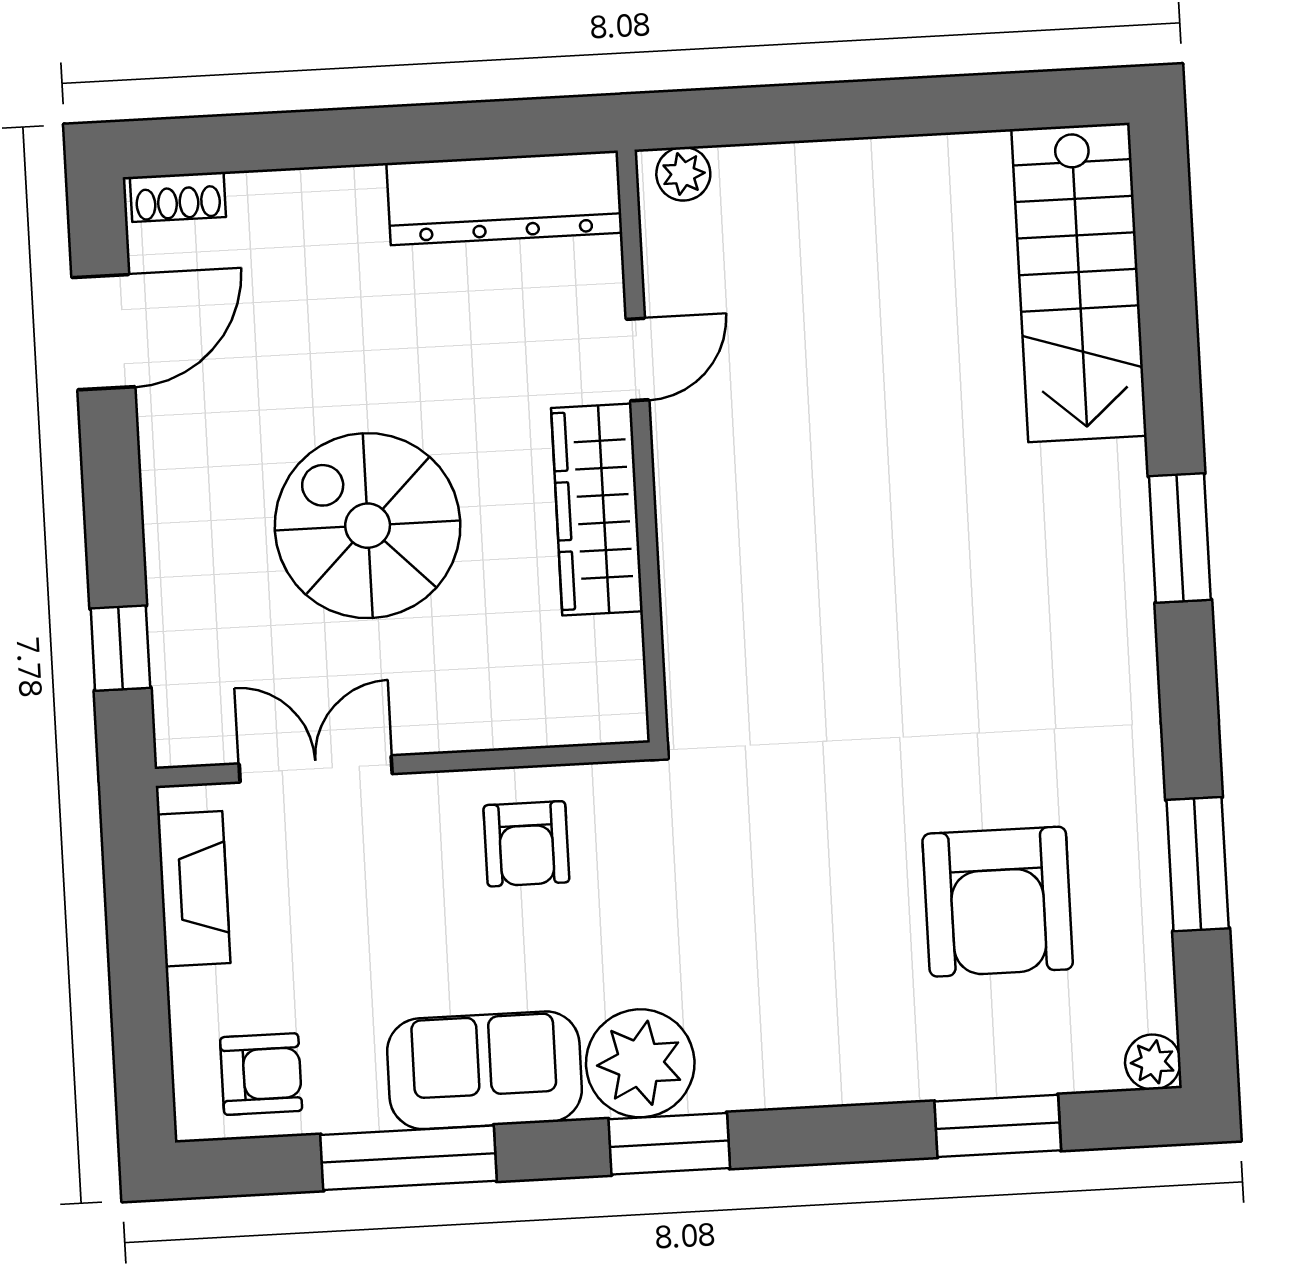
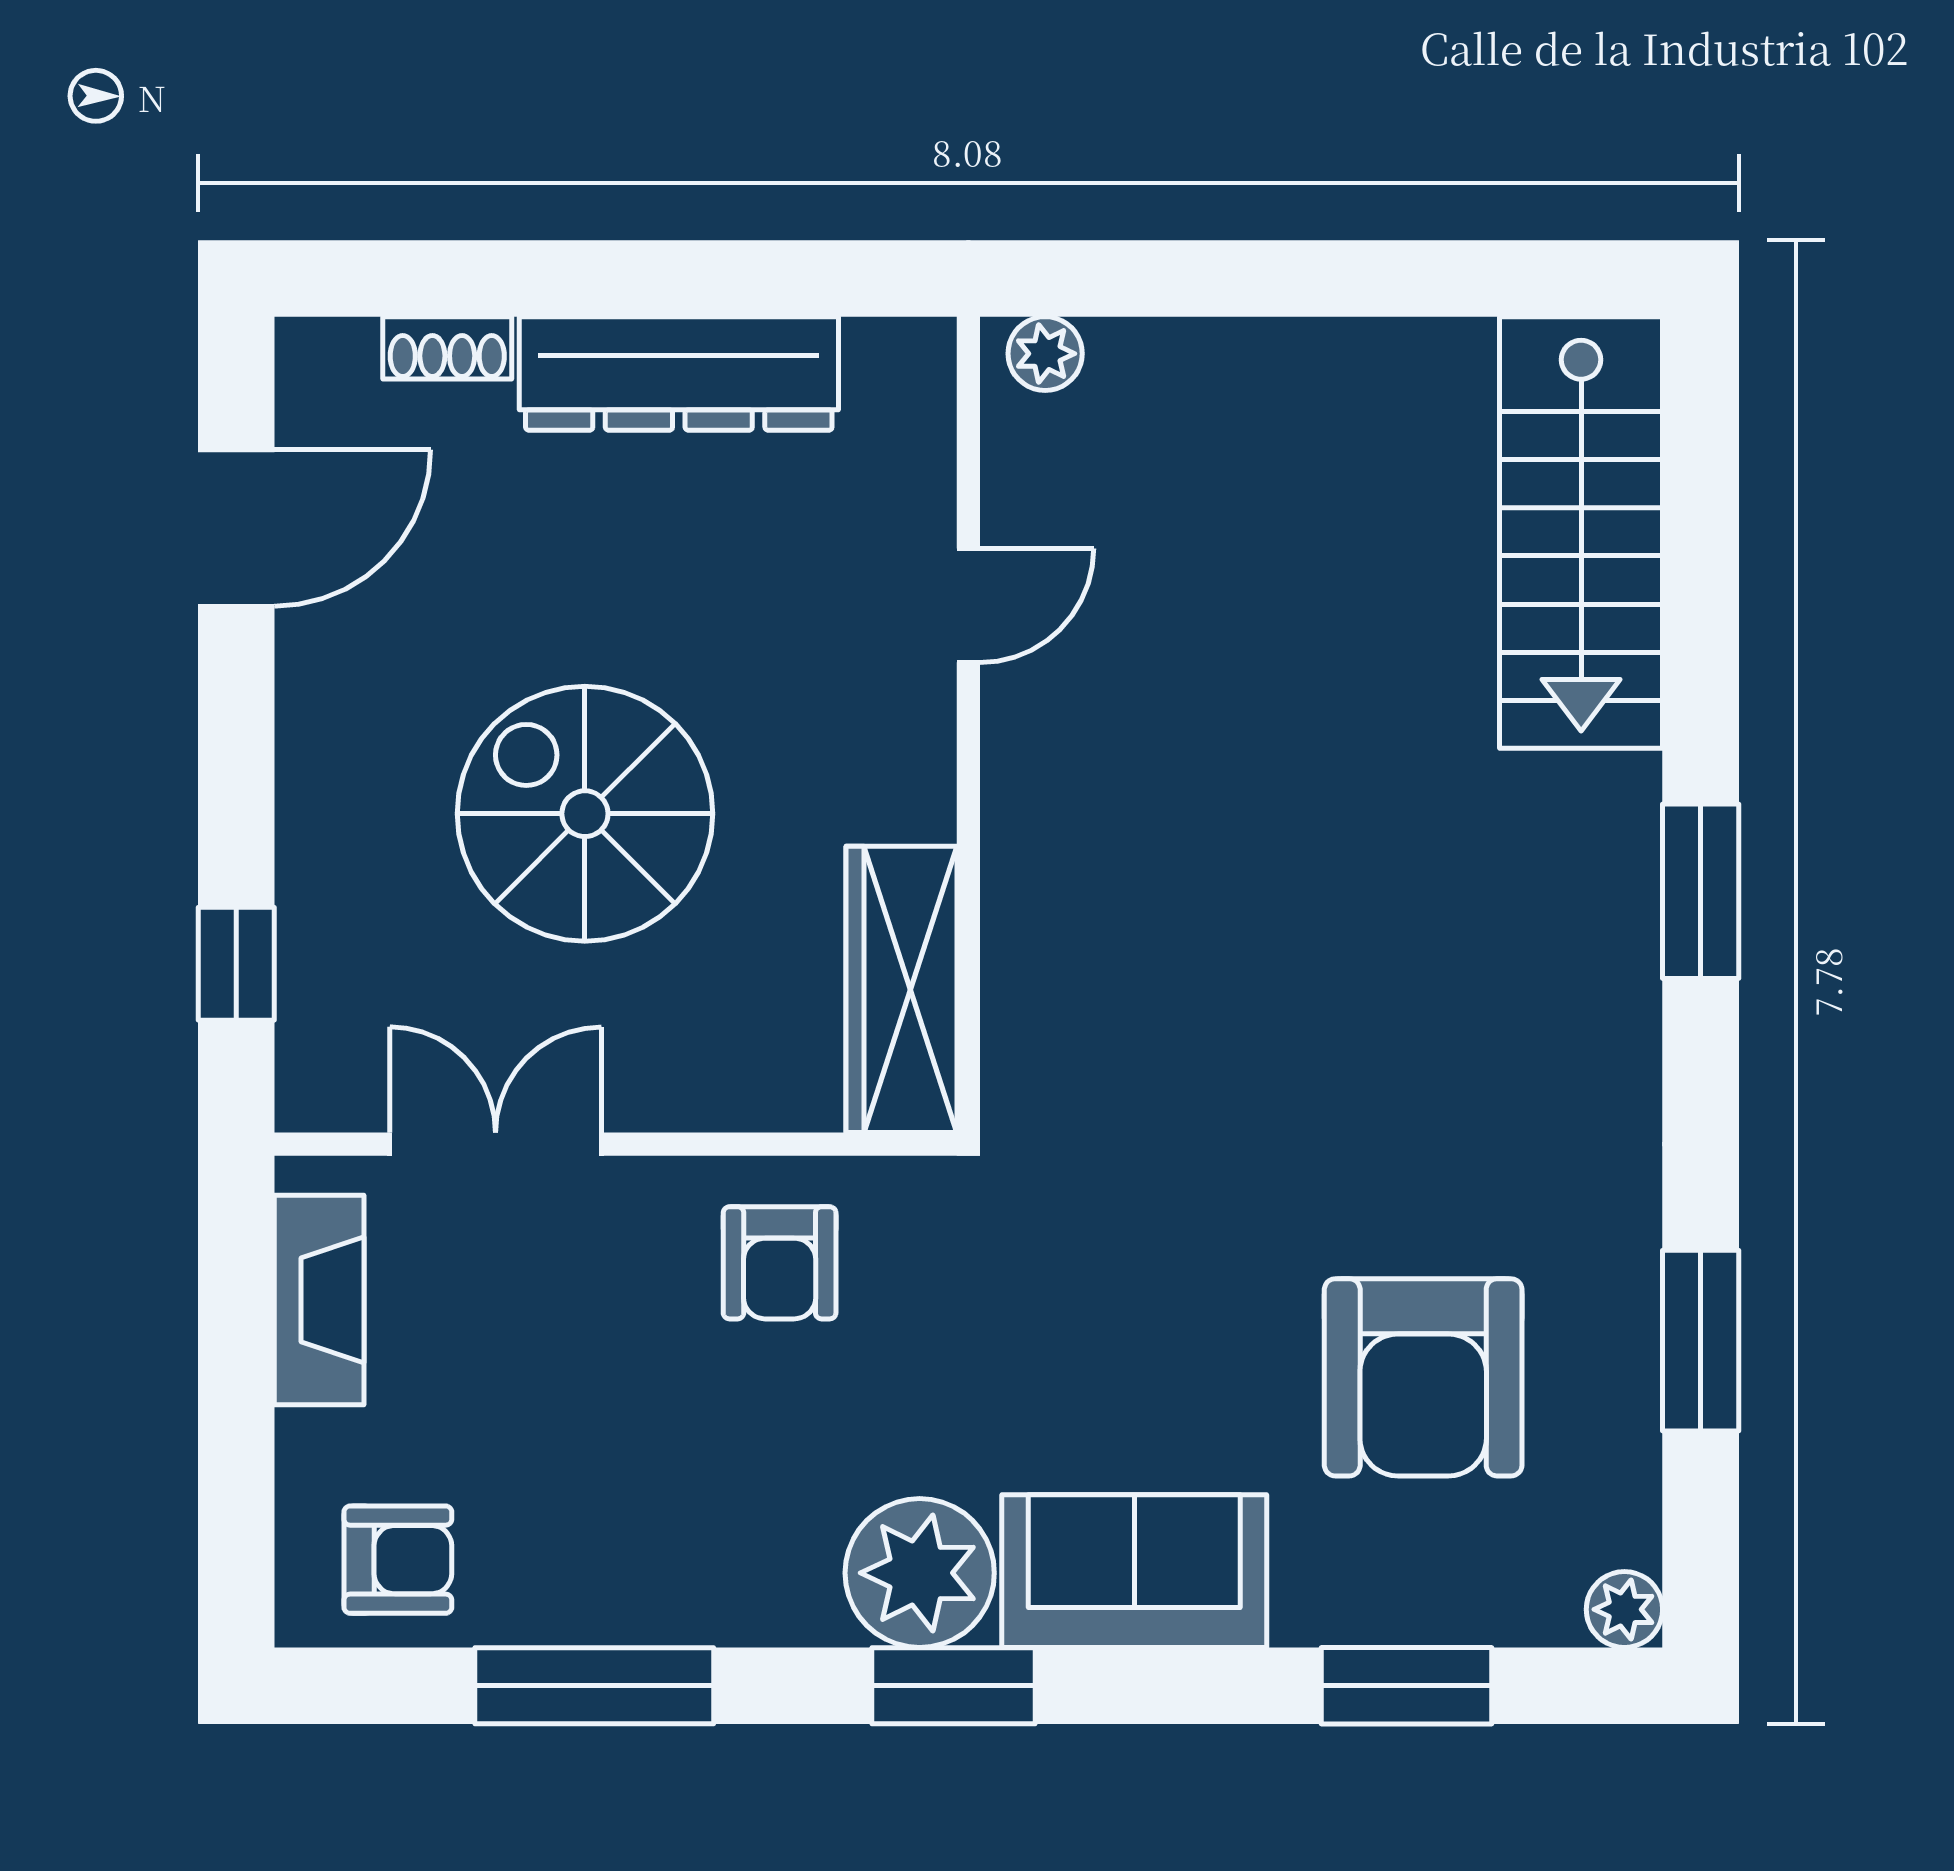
shoe rack: (178, 197) -> (447, 348), moved
dresser: (504, 198) -> (679, 373), moved
wardrobe: (597, 510) -> (902, 989), moved
sofa: (485, 1070) -> (1134, 1571), moved

